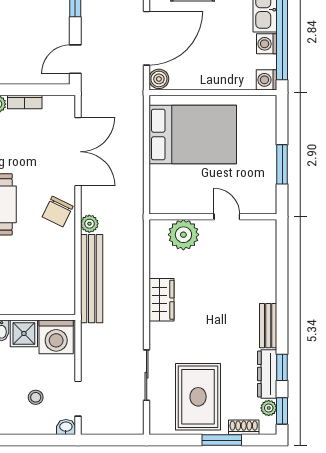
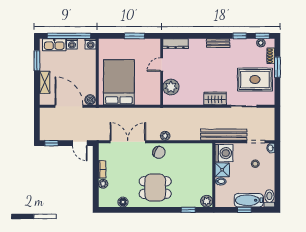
bench: (92, 279) -> (224, 135), moved
wardrobe: (161, 300) -> (215, 98), moved
dresser: (267, 374) -> (176, 44), moved

